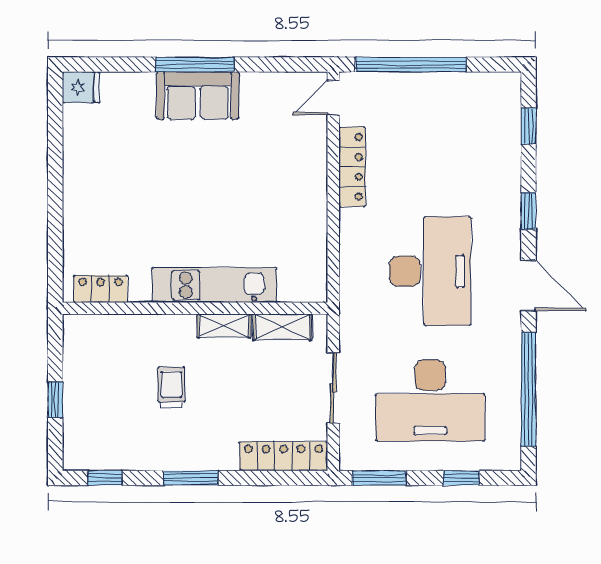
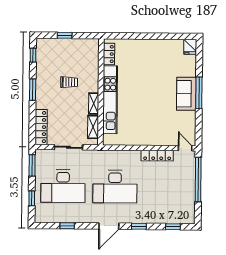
kitchen unit: (214, 285) -> (110, 100), width x1.36
window: (529, 389) -> (67, 226), width x0.32
desk: (430, 400) -> (63, 186), turned -90

